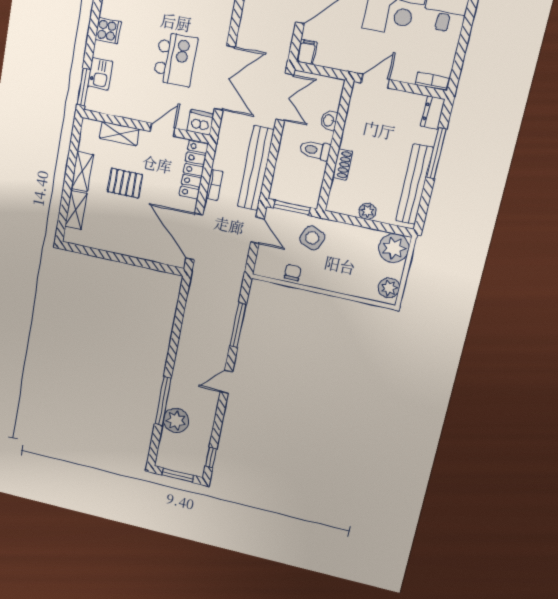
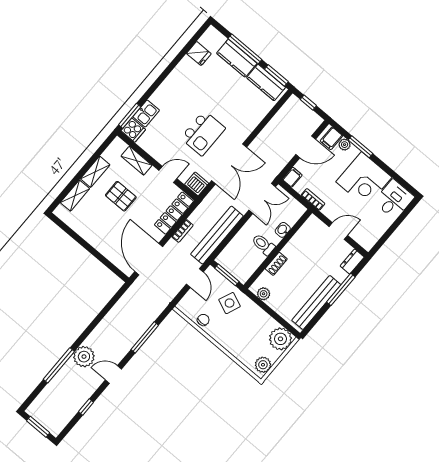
cooker: (108, 31) -> (133, 130), moved
door: (375, 81) -> (338, 231), moved
bookcase: (432, 81) -> (313, 199), moved
plant: (367, 211) -> (264, 294), moved
plant: (176, 421) -> (84, 357), moved
window: (211, 458) -> (86, 407), moved

